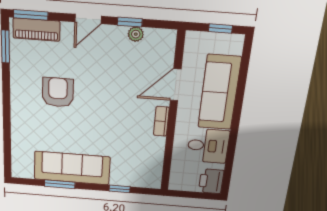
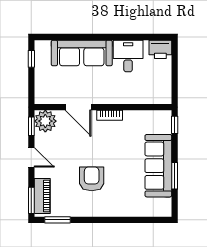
plant: (136, 34) -> (45, 121), width x1.88, depth x1.88
door: (176, 85) -> (78, 107), moved
armchair: (58, 92) -> (92, 179), turned 90
wall: (172, 114) -> (103, 107), moved
bookcase: (161, 121) -> (110, 115), moved

